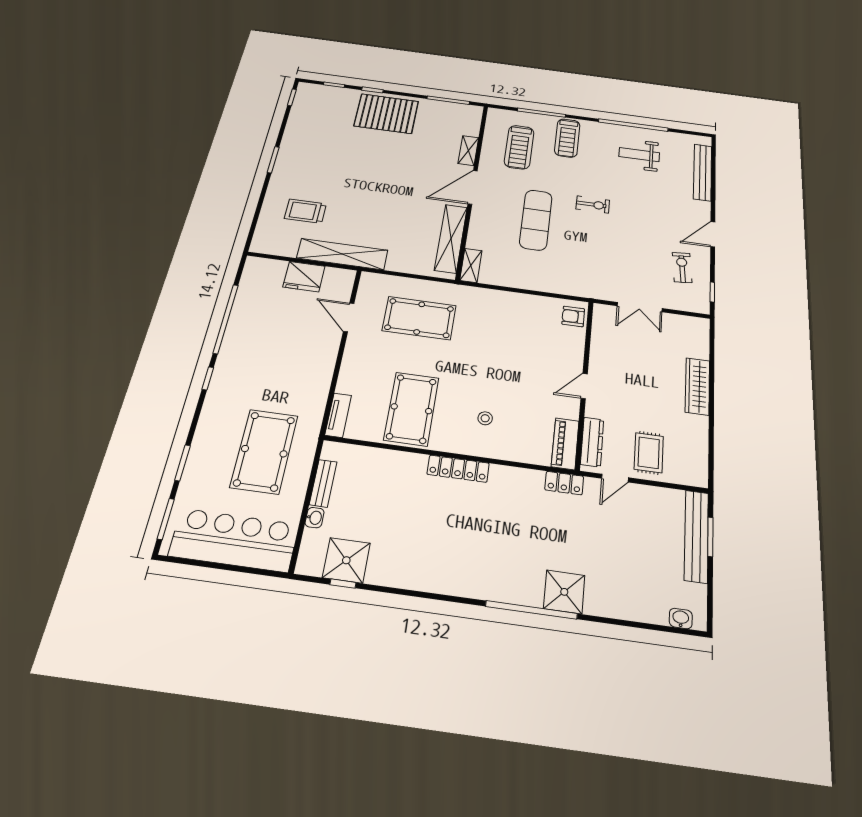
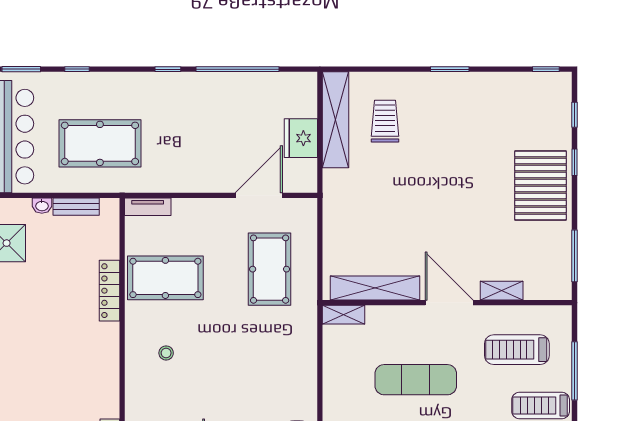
shelving: (342, 254) -> (335, 120), moved
door: (349, 317) -> (259, 195), width x1.36
window: (183, 463) -> (77, 69), width x0.67
locker: (458, 469) -> (109, 291), moved

